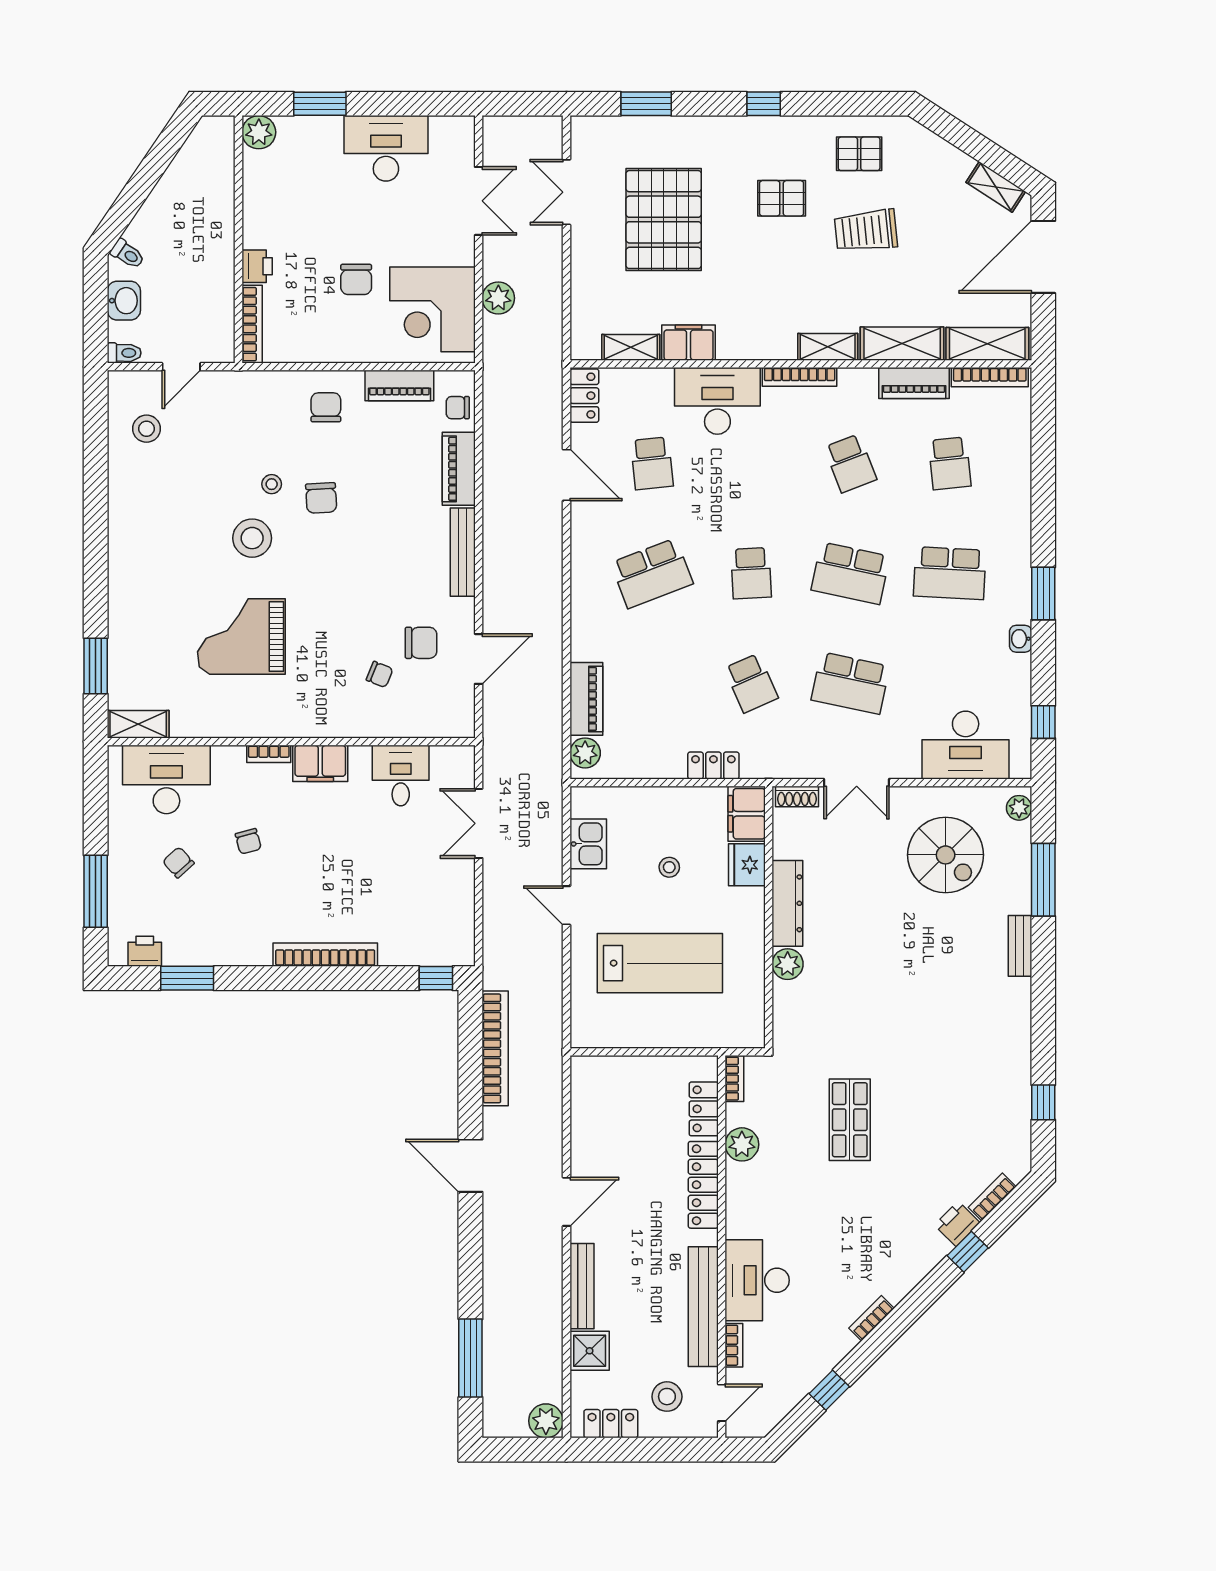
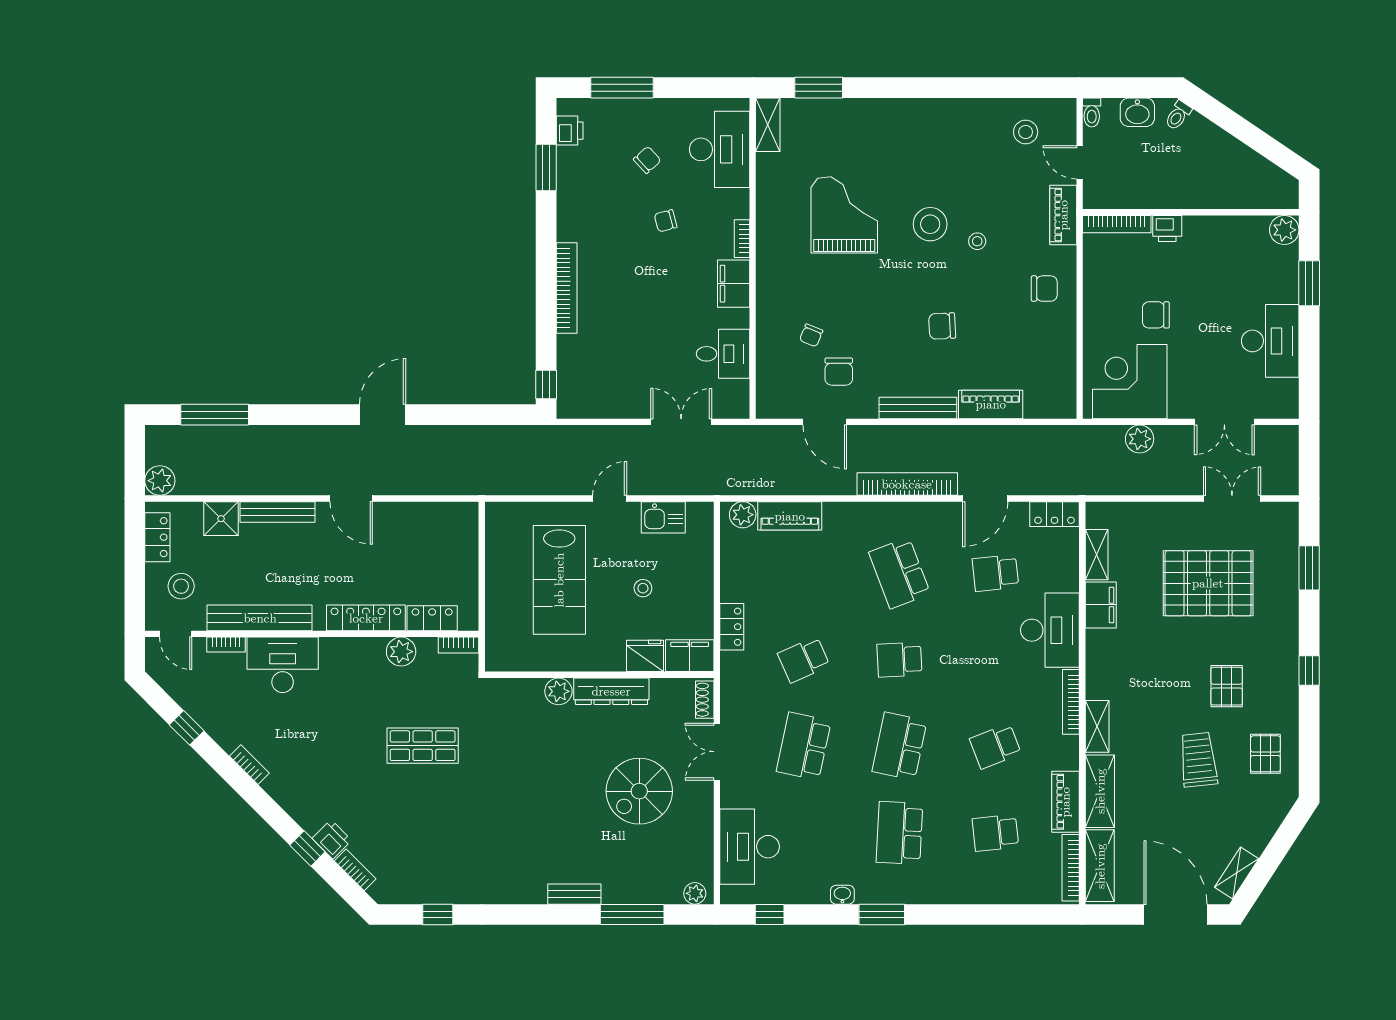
piano: (399, 386) -> (1063, 215), moved
chair: (458, 408) -> (1044, 404), removed
chair: (321, 498) -> (942, 326), moved
spiral stairs: (946, 855) -> (639, 791), moved
bookcase: (495, 1048) -> (907, 484), moved, turned 180

